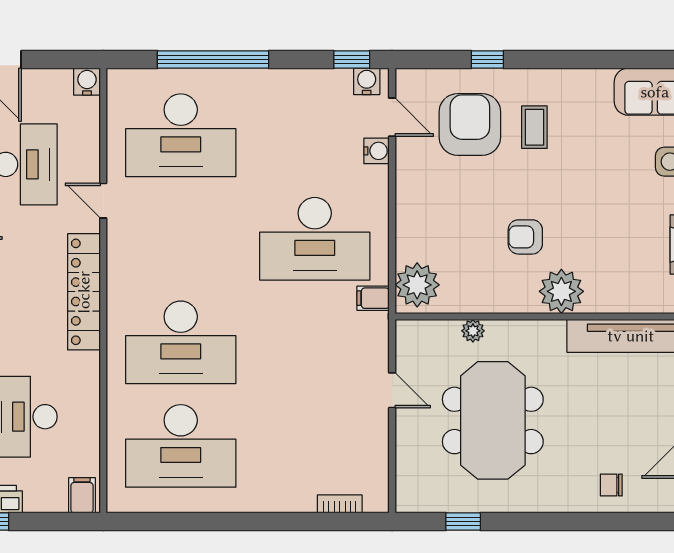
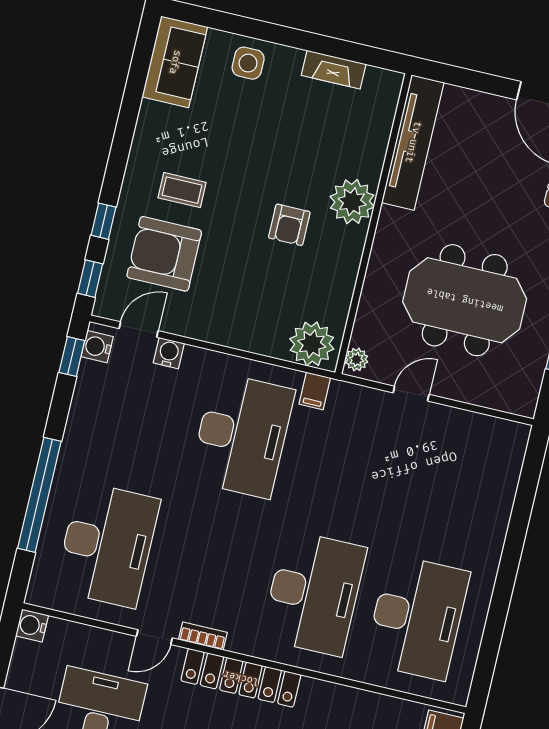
window: (430, 60) -> (90, 279), added
plant: (473, 331) -> (357, 359), moved
bookcase: (340, 504) -> (203, 636), moved, turned 90

